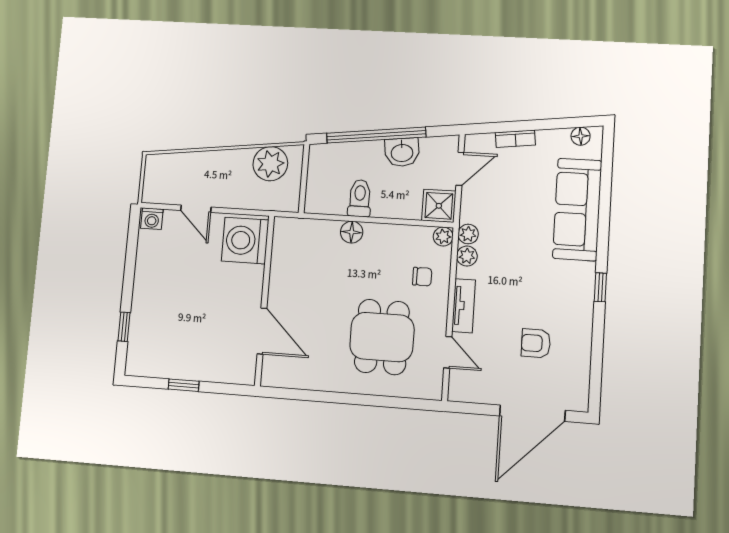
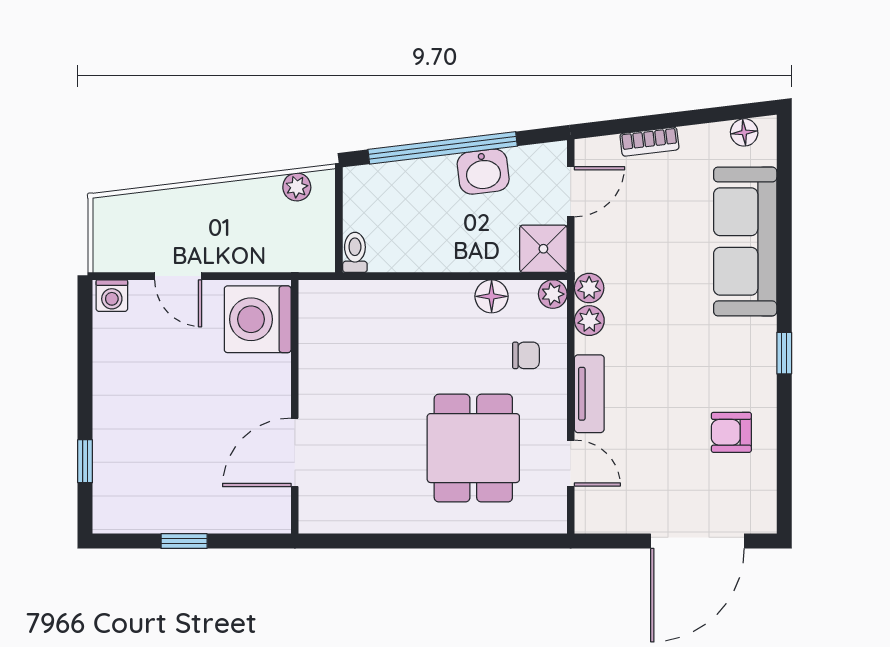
plant: (270, 164) -> (297, 187), width x0.53, depth x0.53
toilet: (360, 198) -> (355, 252), moved, width x0.73, depth x0.72
floor lamp: (352, 232) -> (492, 296), moved
door: (262, 331) -> (295, 452), swing flipped
armchair: (536, 343) -> (731, 432), moved

